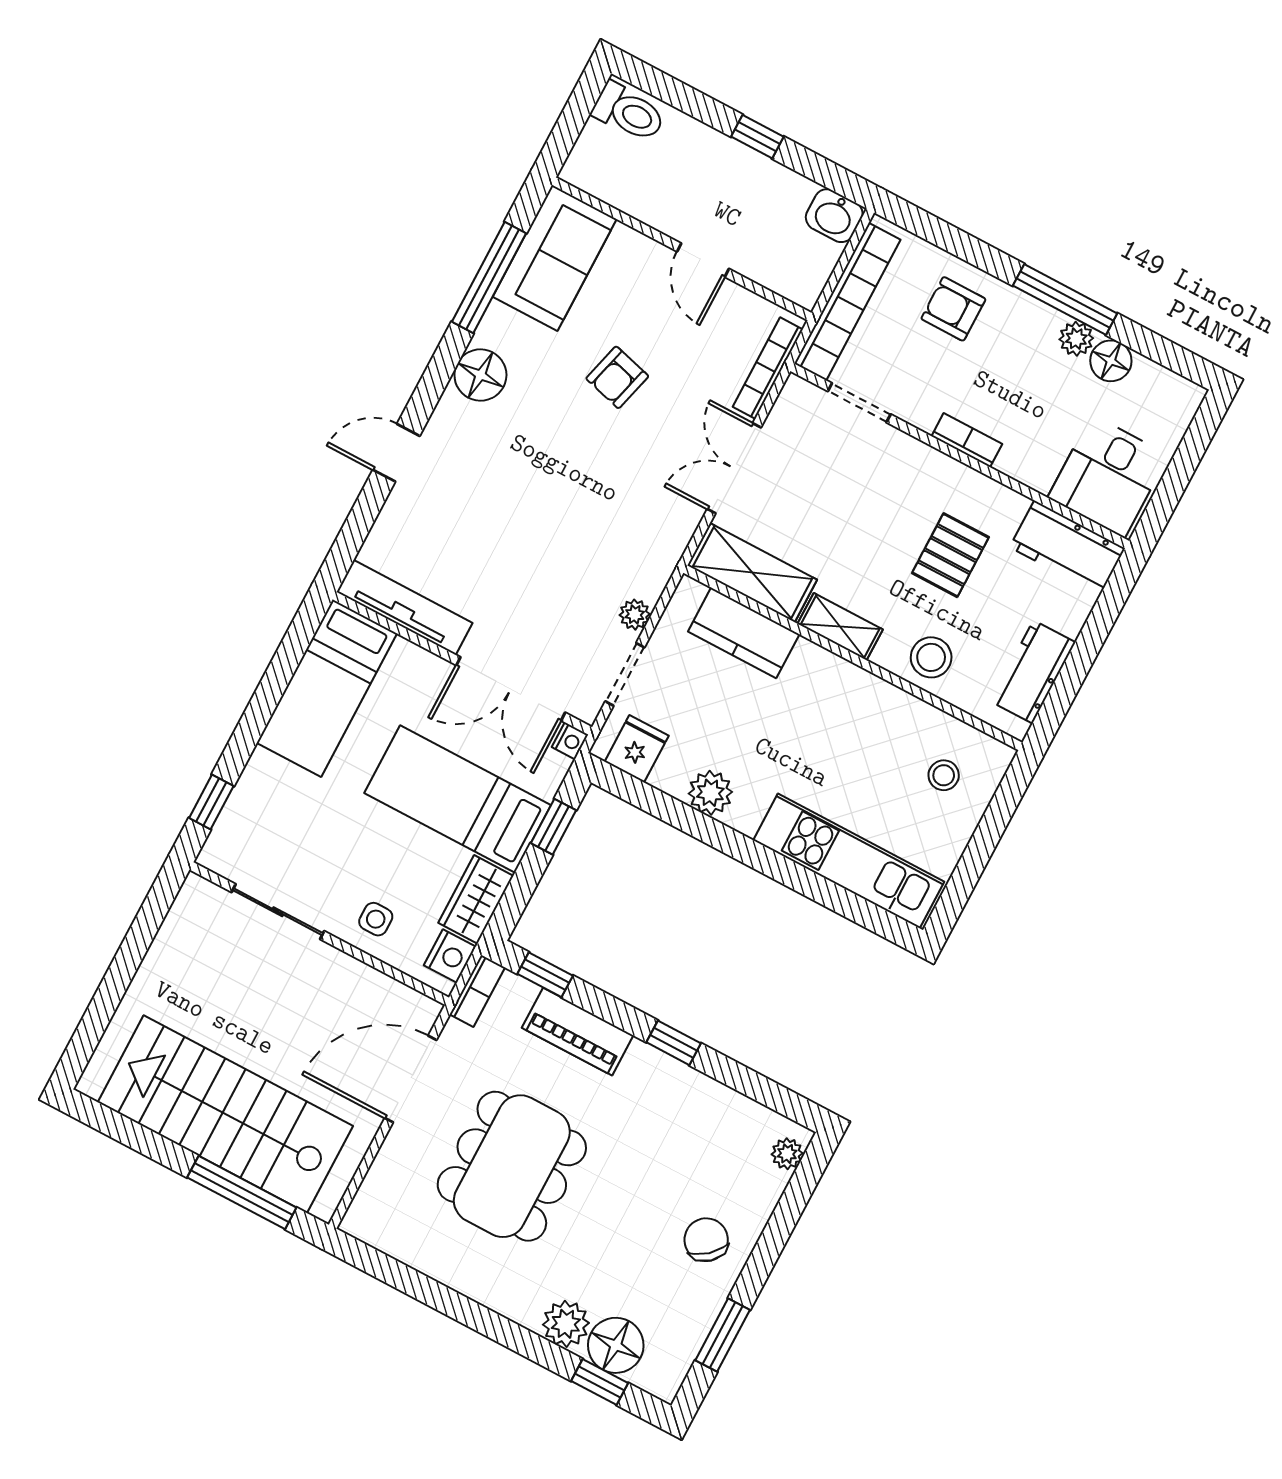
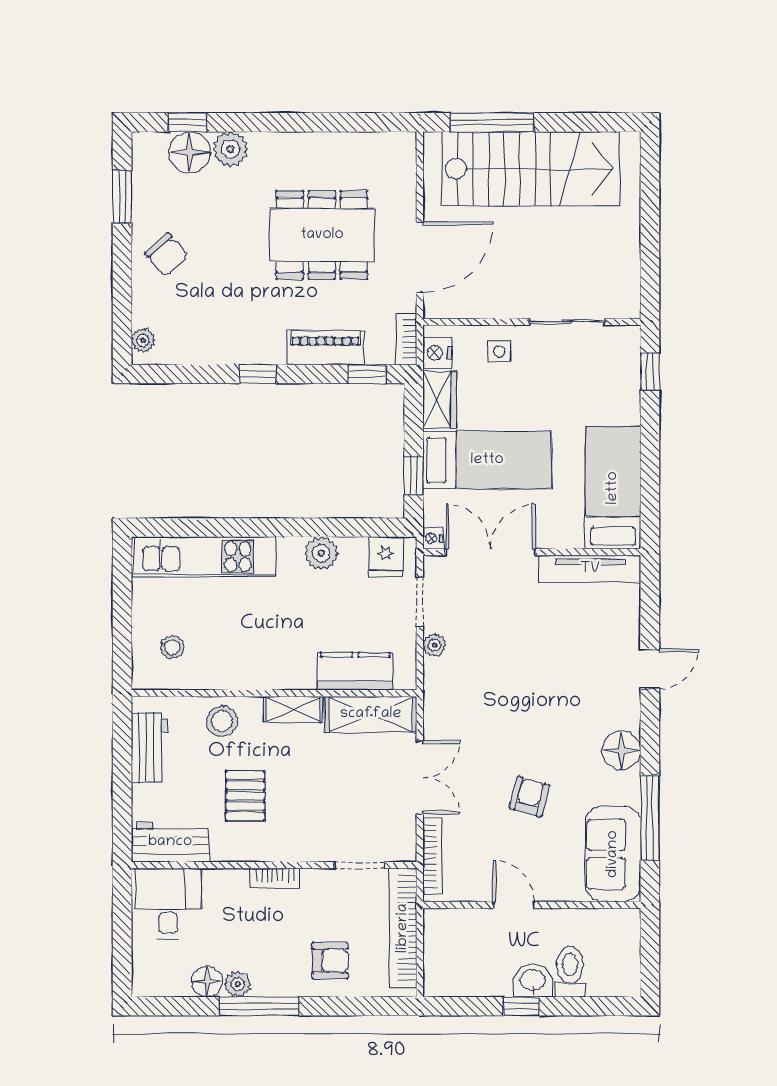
toilet: (629, 112) -> (570, 972), moved, turned 90
washbasin: (834, 216) -> (533, 981), moved
dining table: (512, 1166) -> (322, 235), turned 90

